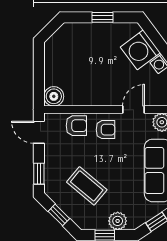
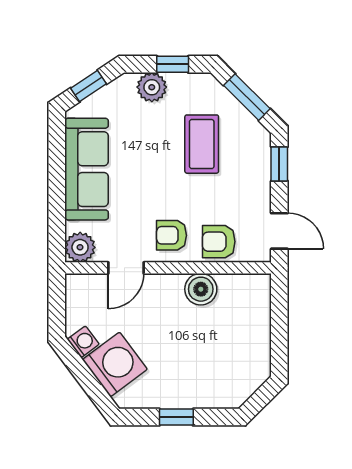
boiler: (54, 96) -> (201, 289), moved
coffee table: (87, 186) -> (202, 144), turned 50
window: (59, 215) -> (247, 97), width x1.50

